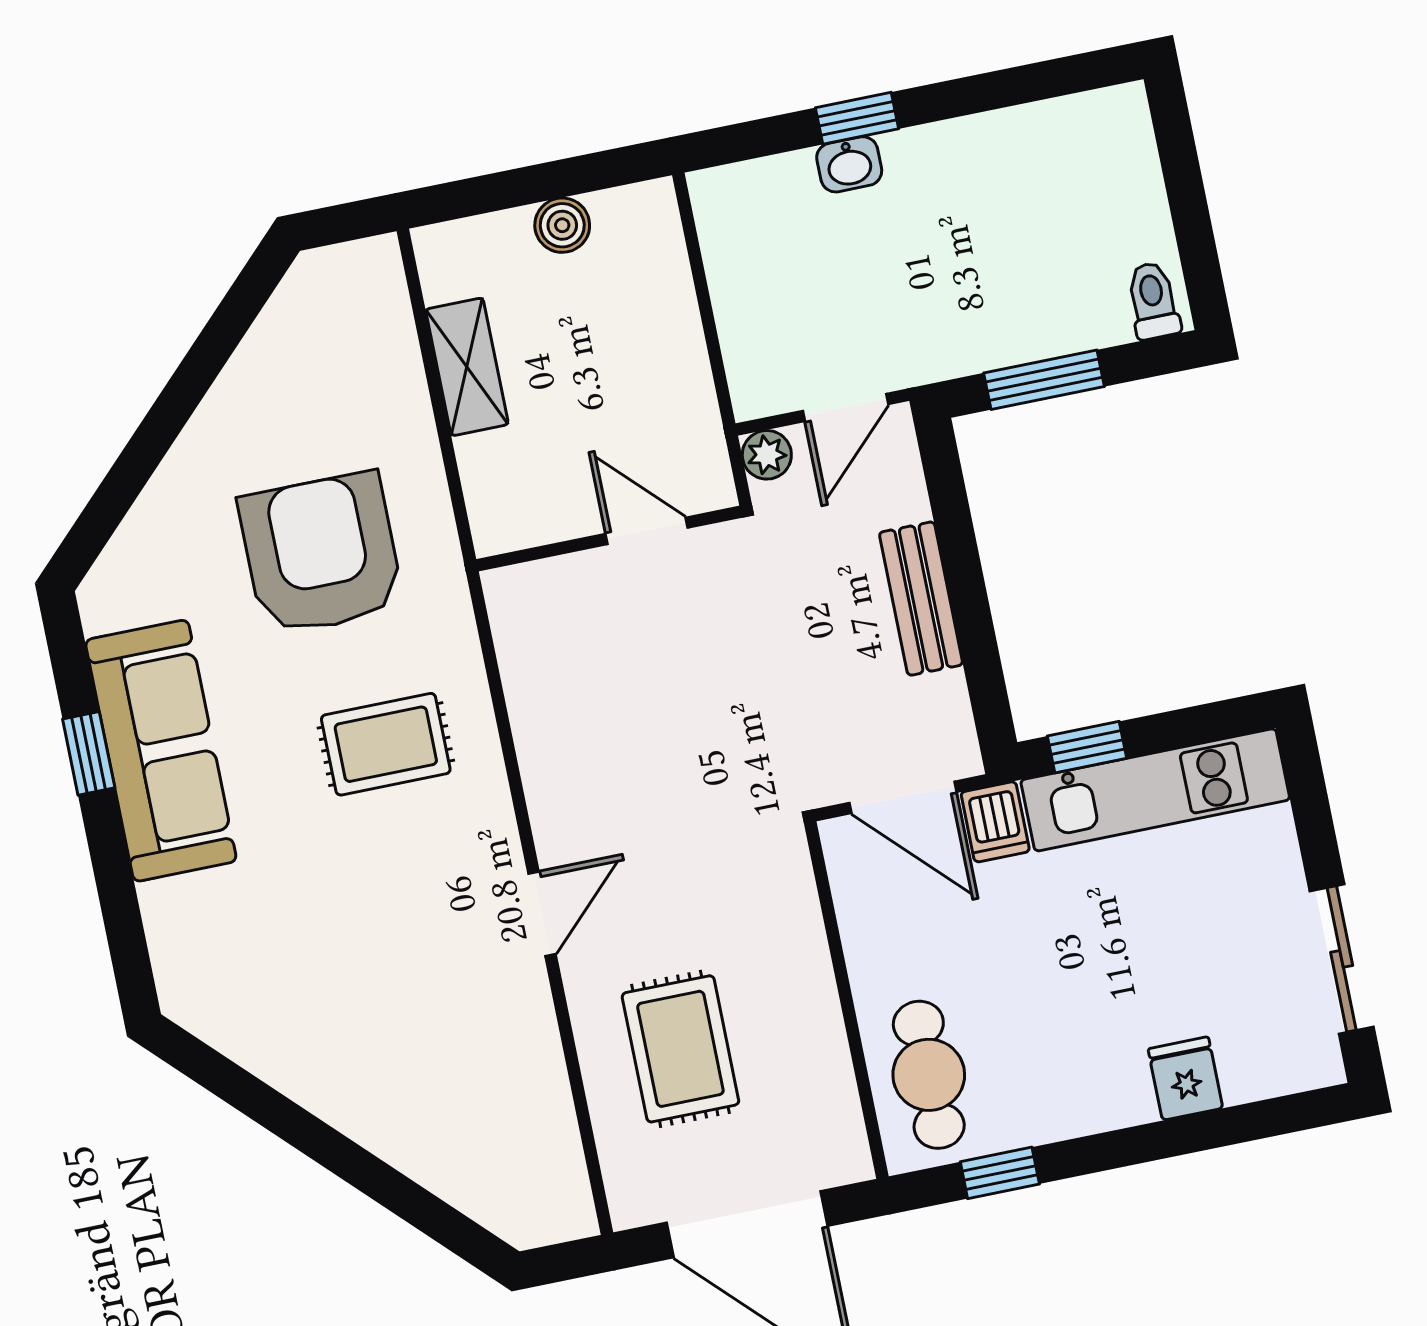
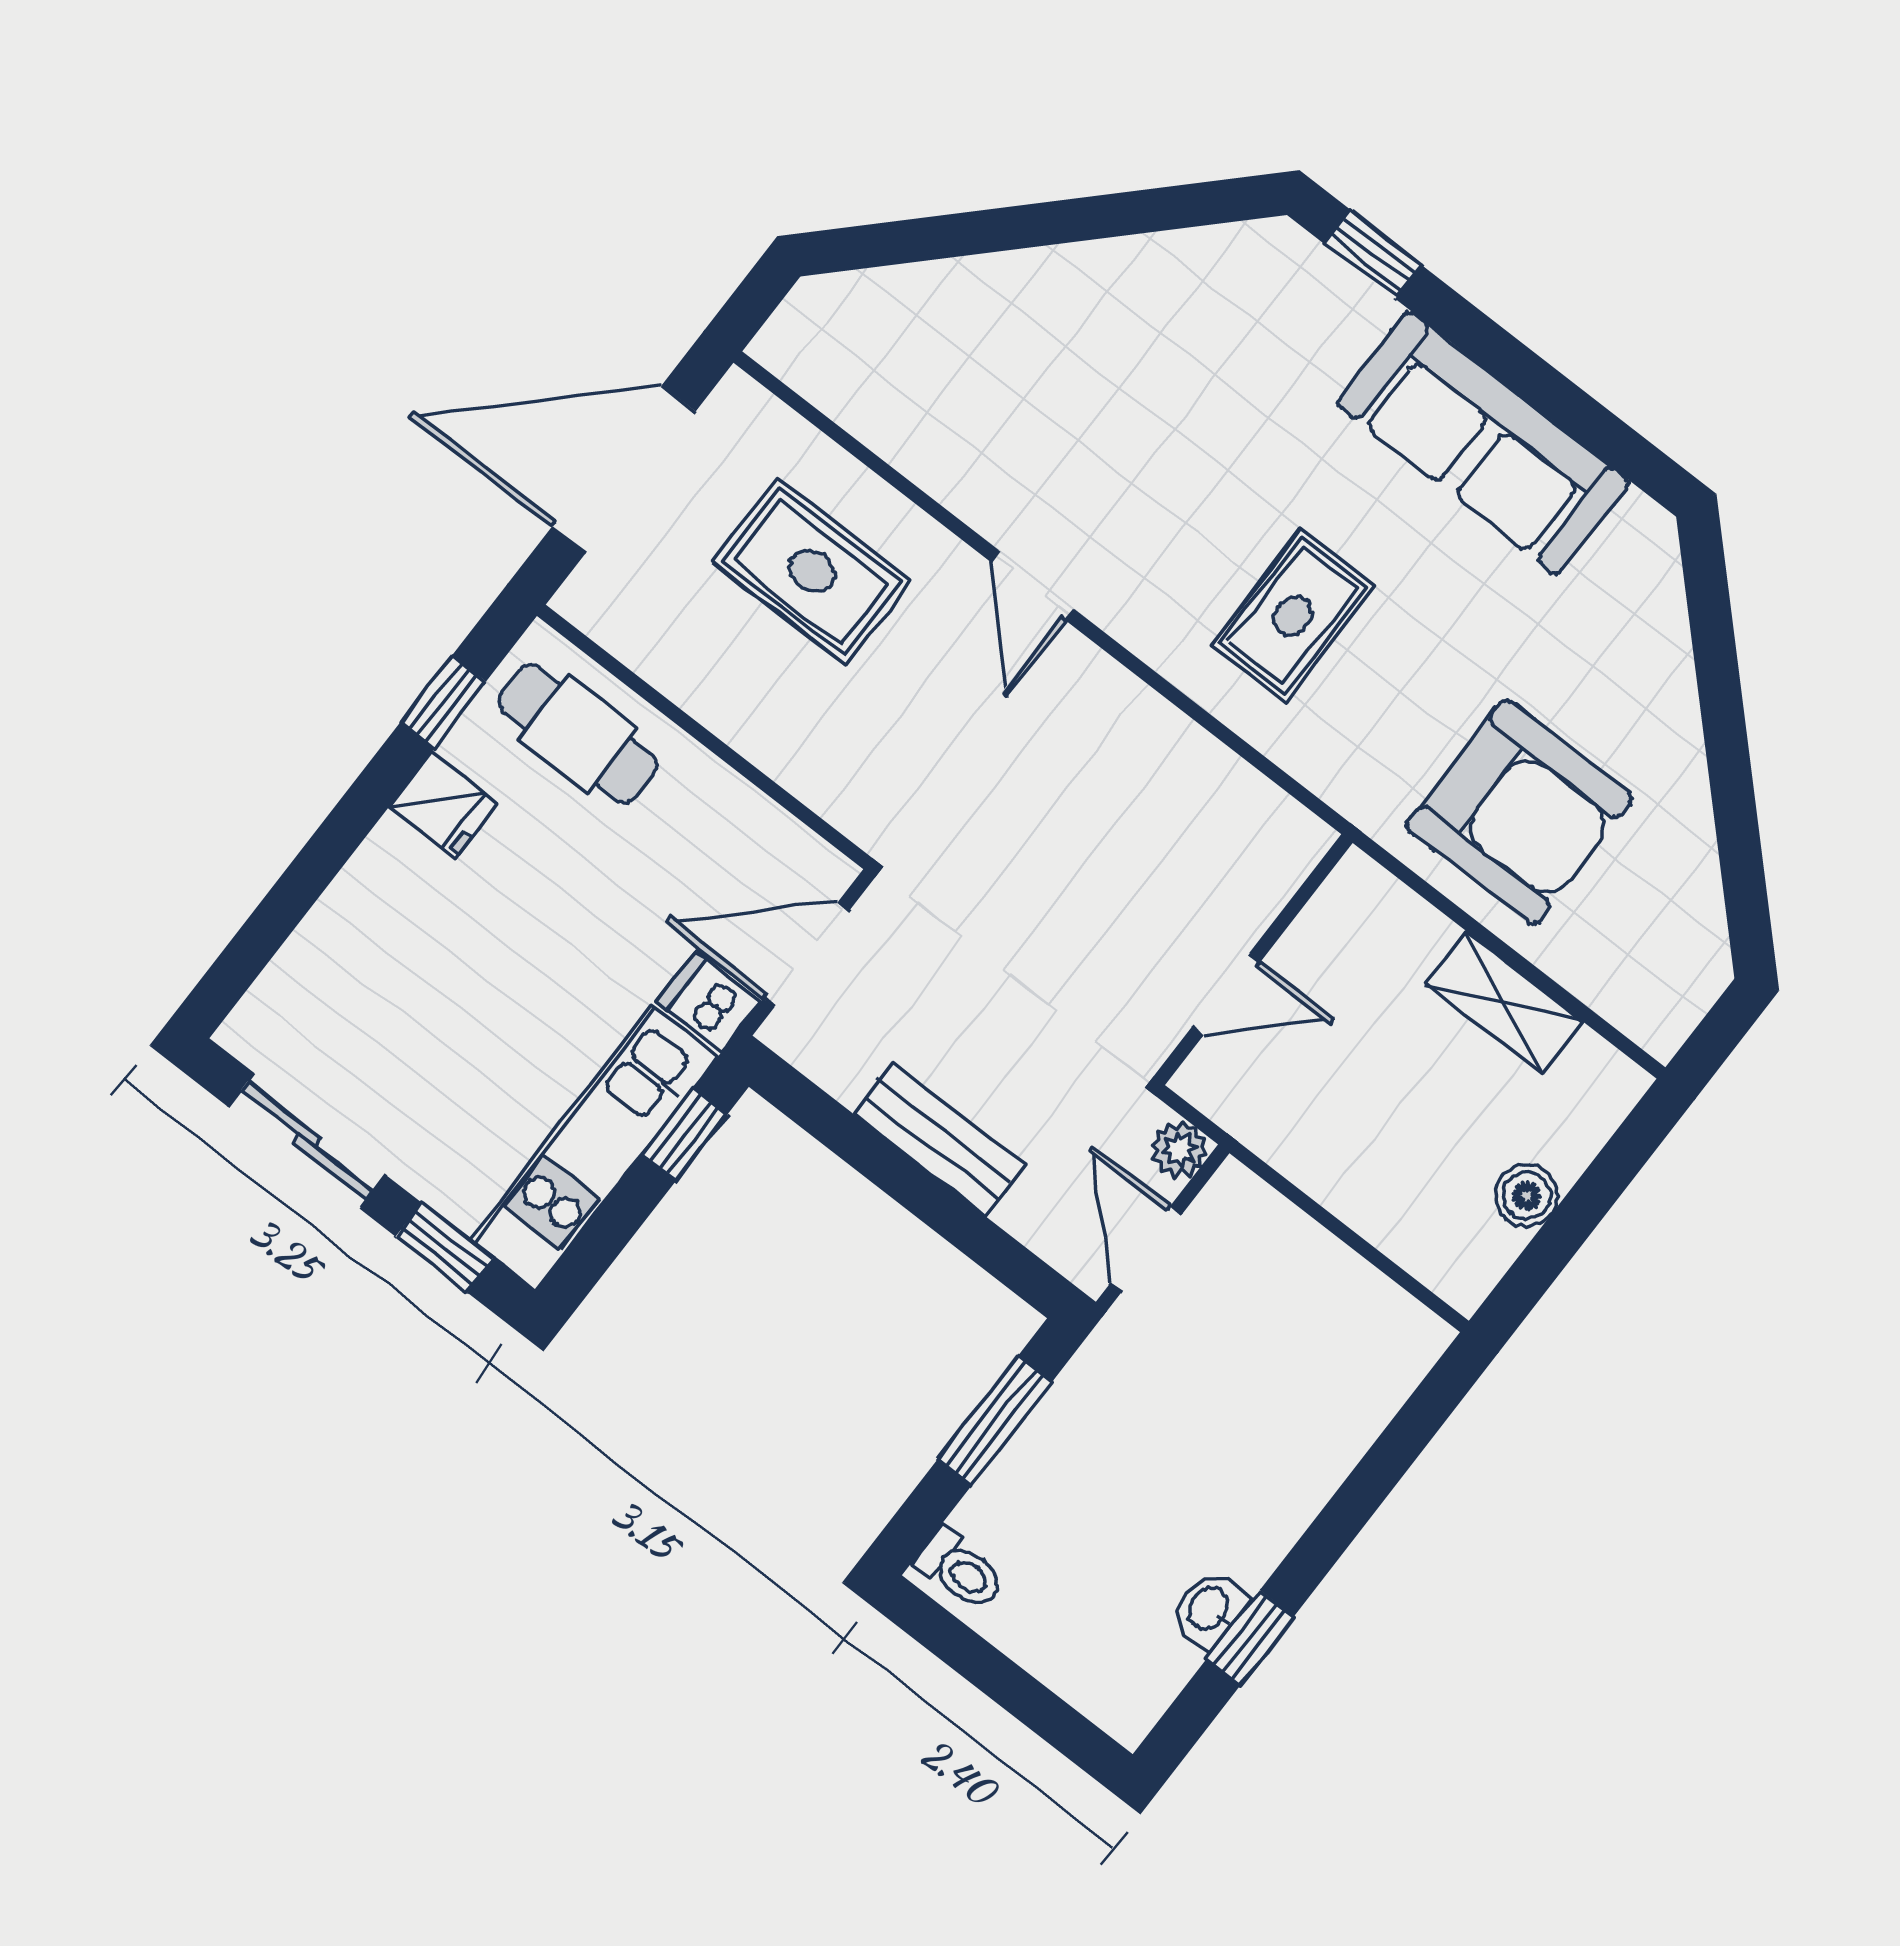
window: (857, 118) -> (1250, 1638), moved
washbasin: (849, 164) -> (1209, 1609), moved
armchair: (321, 554) -> (1519, 812), moved
window: (89, 753) -> (1373, 254), moved
window: (1311, 809) -> (445, 1248), added
fridge: (1185, 1078) -> (443, 805), moved

